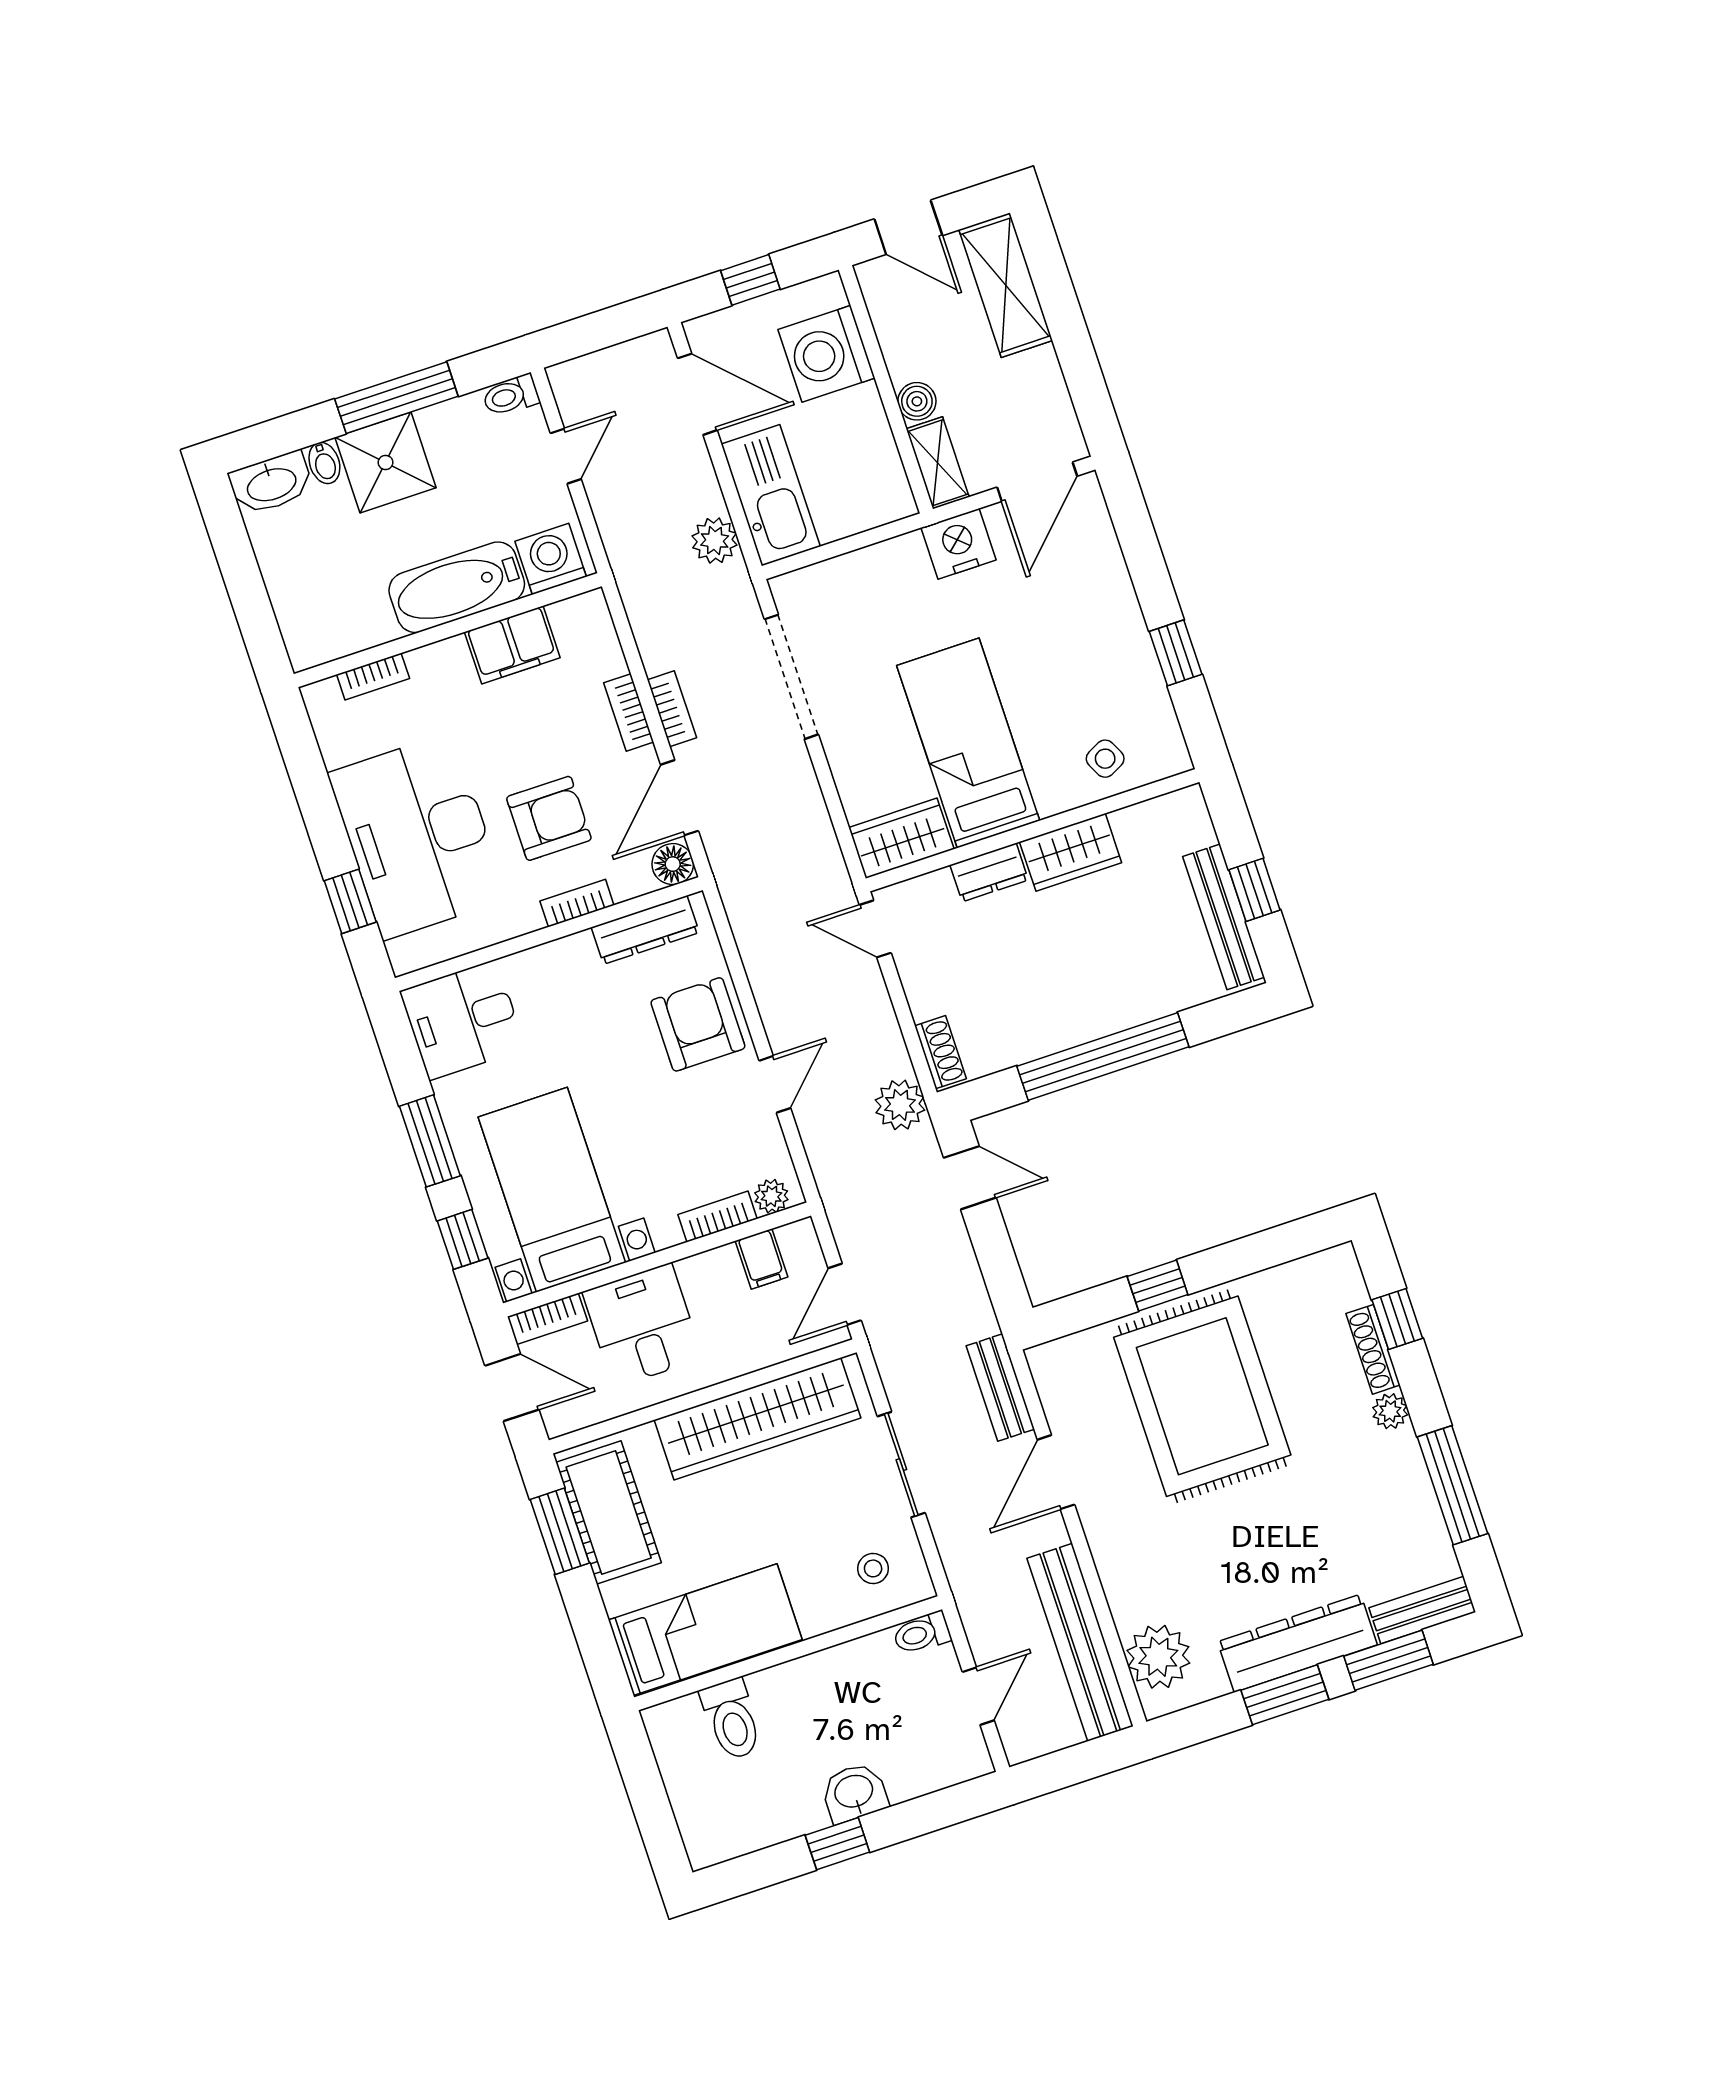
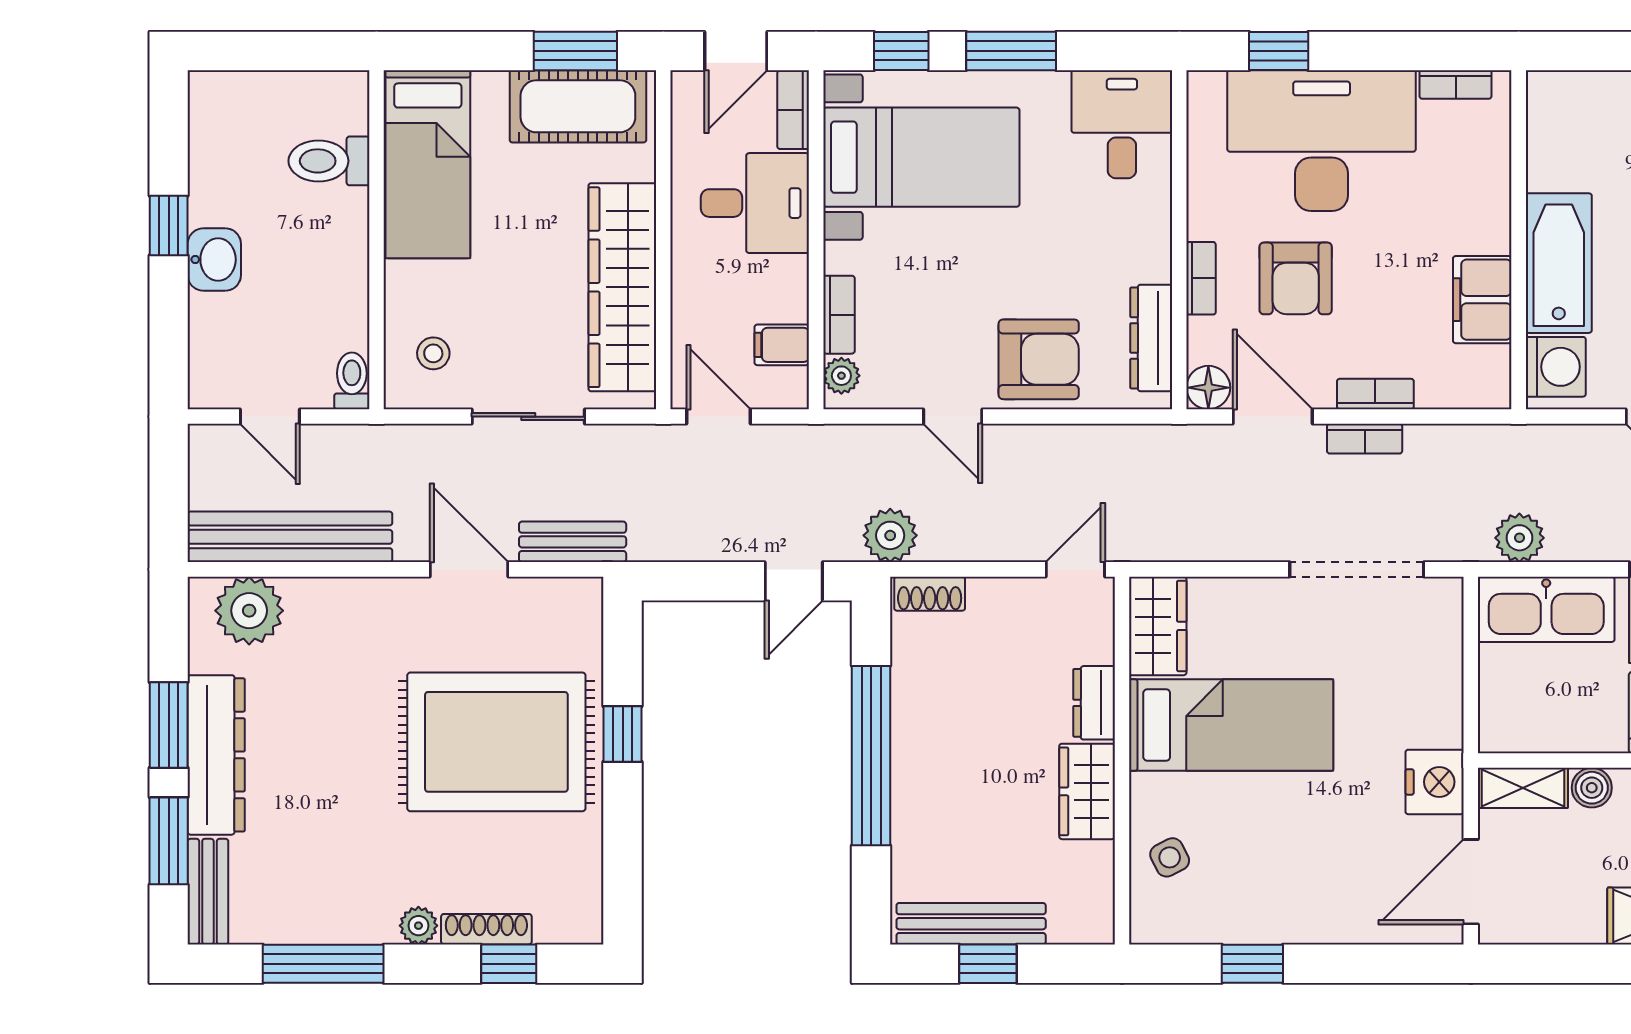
door: (1037, 482) -> (1471, 882), hinge flipped
bookcase: (373, 676) -> (1456, 84), moved, turned -90

